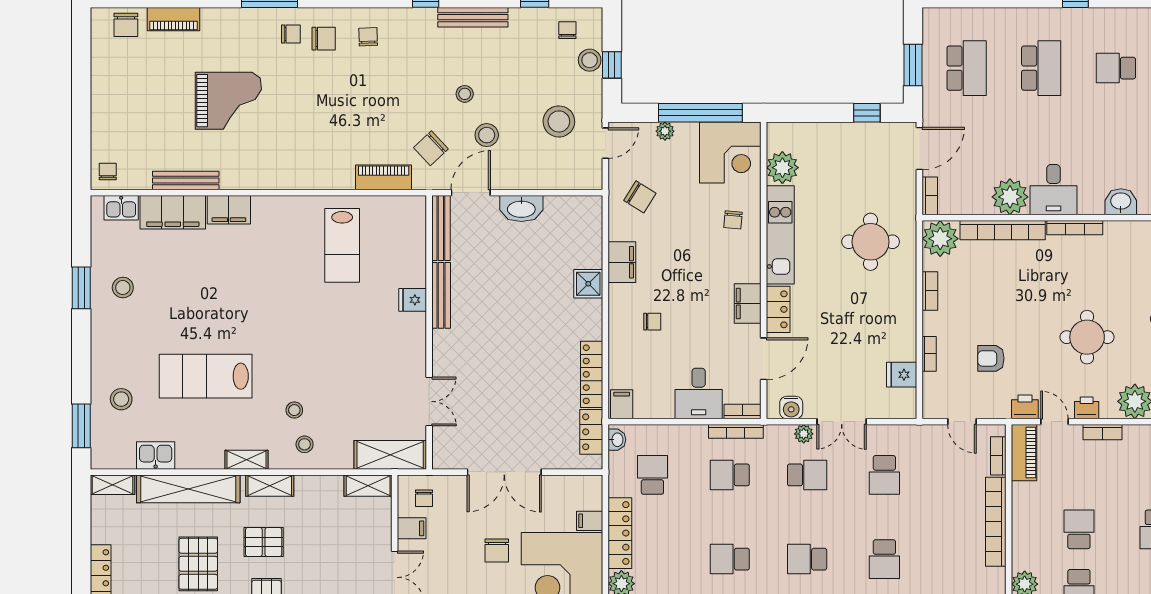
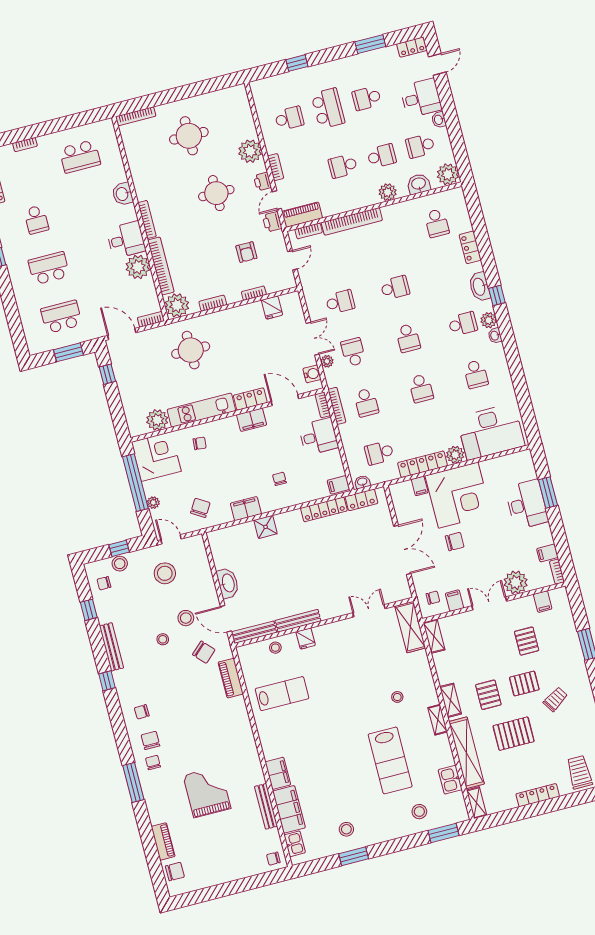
stool: (305, 444) -> (275, 648), moved

